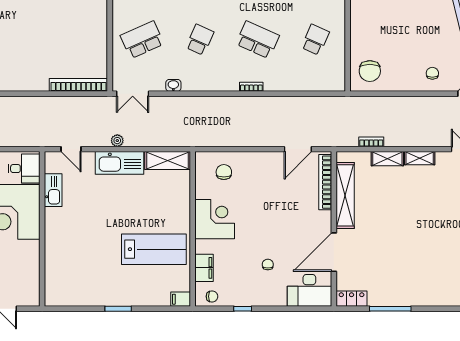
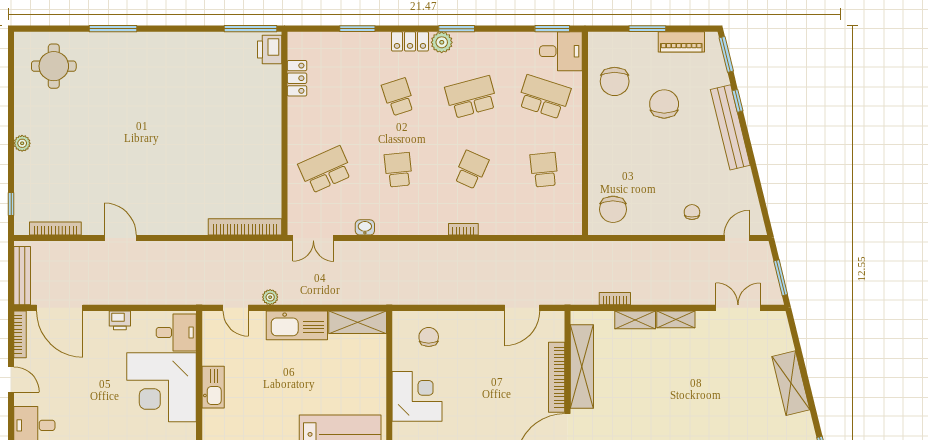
school desk: (200, 40) -> (398, 170), turned -30
school desk: (258, 40) -> (471, 170), width x0.54
school desk: (315, 40) -> (544, 170), turned -30
plant: (117, 141) -> (270, 297), moved
bookcase: (325, 182) -> (557, 377), moved
kitchen sink: (53, 190) -> (213, 387), moved

